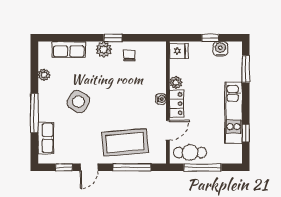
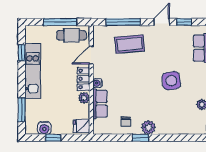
row of seats: (69, 49) -> (100, 104), moved, turned 90
side table: (78, 102) -> (171, 81), turned -38
coffee table: (125, 142) -> (130, 44), width x0.73, depth x0.76

